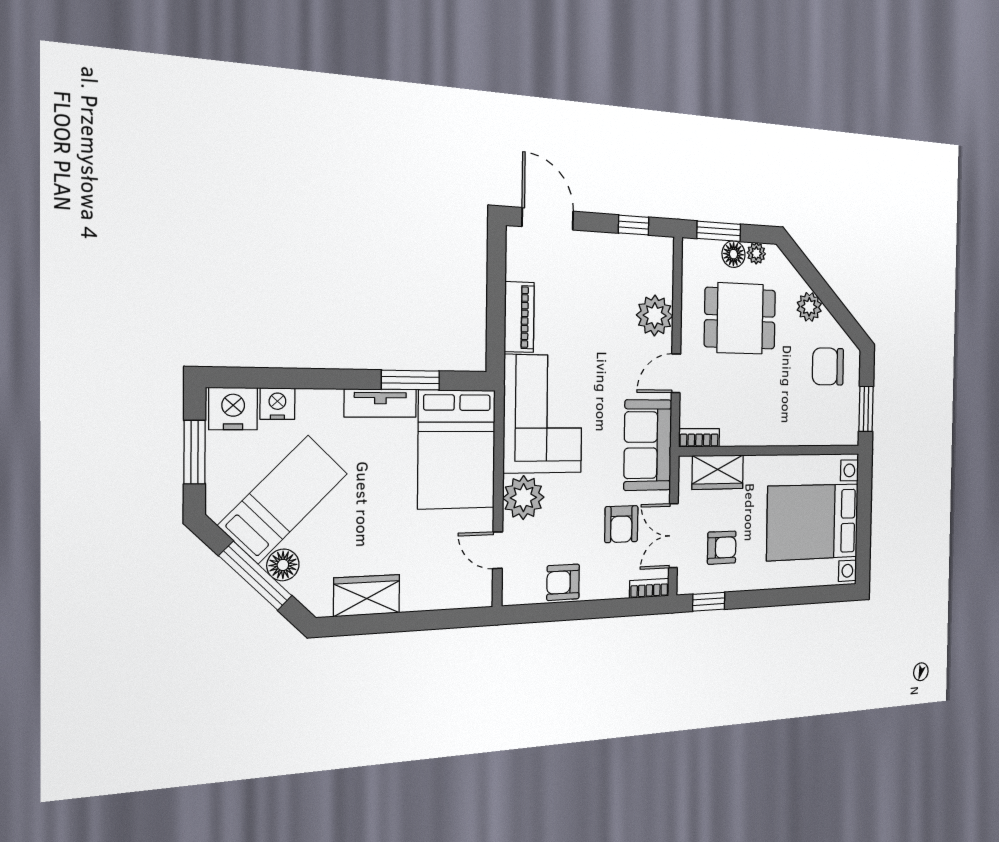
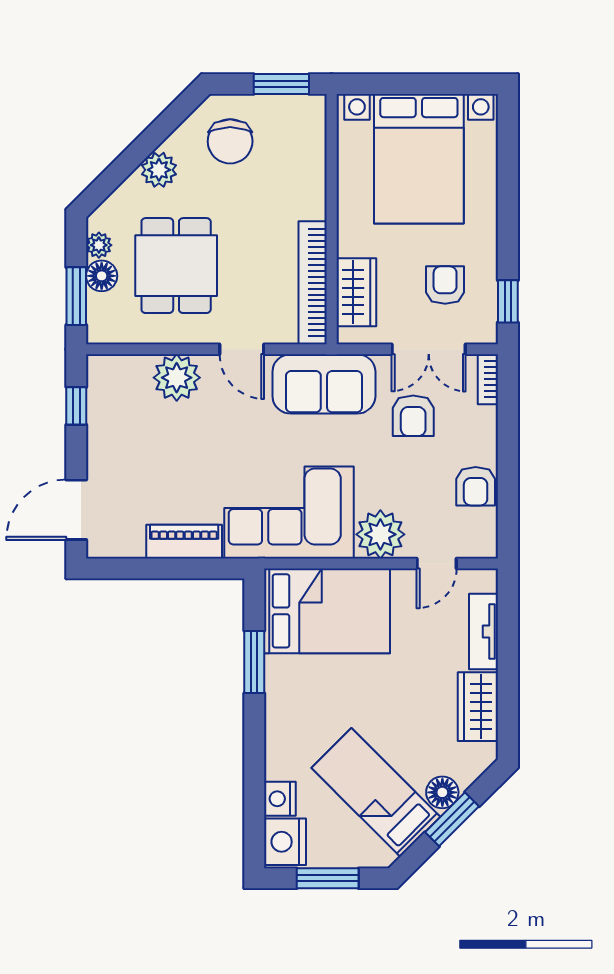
tv unit: (380, 403) -> (484, 632), moved, turned 180
bookcase: (699, 438) -> (313, 283), width x2.31, depth x1.31
armchair: (621, 524) -> (413, 416), turned 90
window: (256, 576) -> (452, 819), width x0.69

